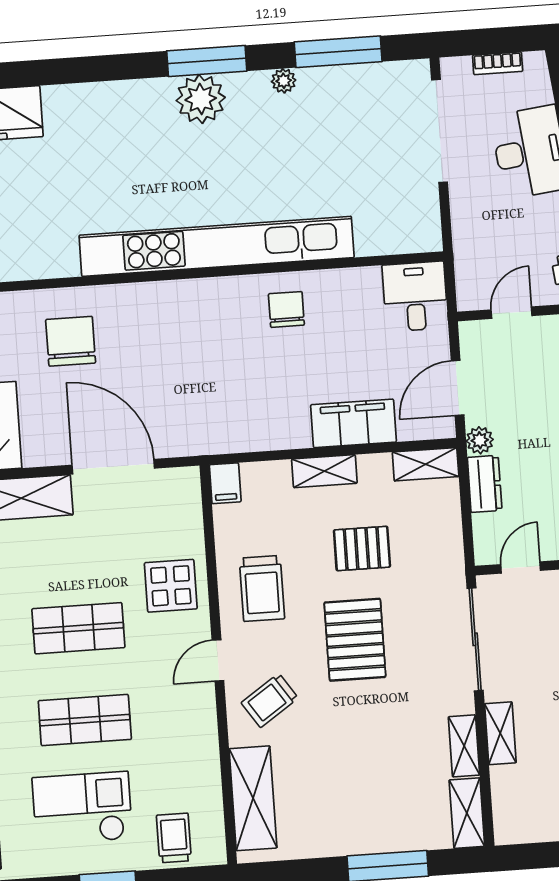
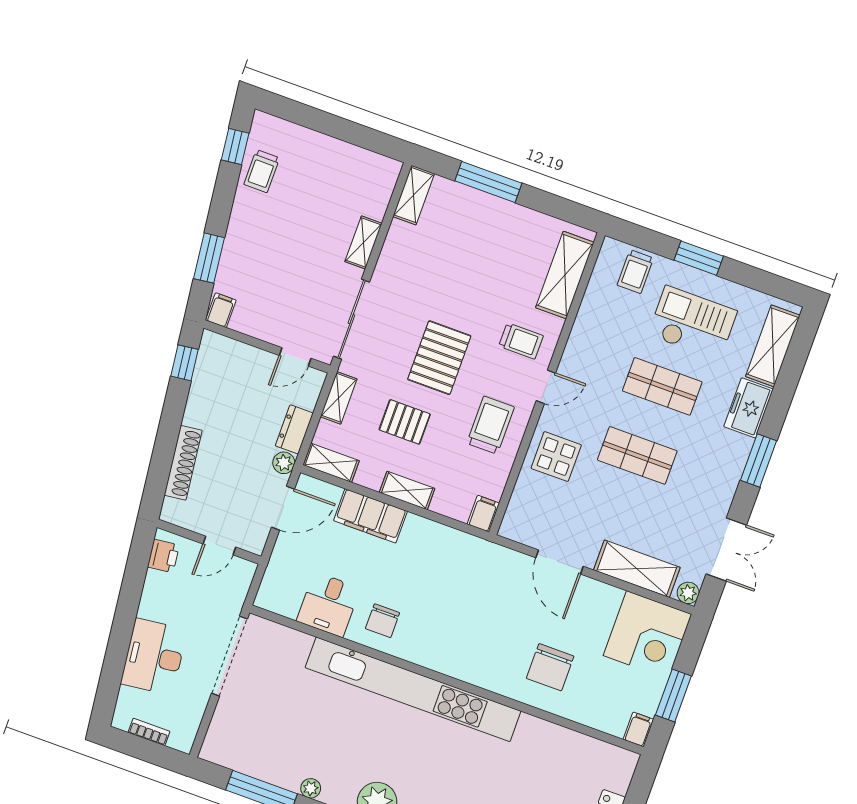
doorway: (440, 131) -> (230, 656), moved
desk: (415, 296) -> (328, 604), moved
door: (113, 467) -> (560, 562), width x0.73
trolley: (270, 700) -> (521, 341), turned 34
shelving: (464, 746) -> (339, 398), moved
checkout: (82, 808) -> (693, 323), turned 180

